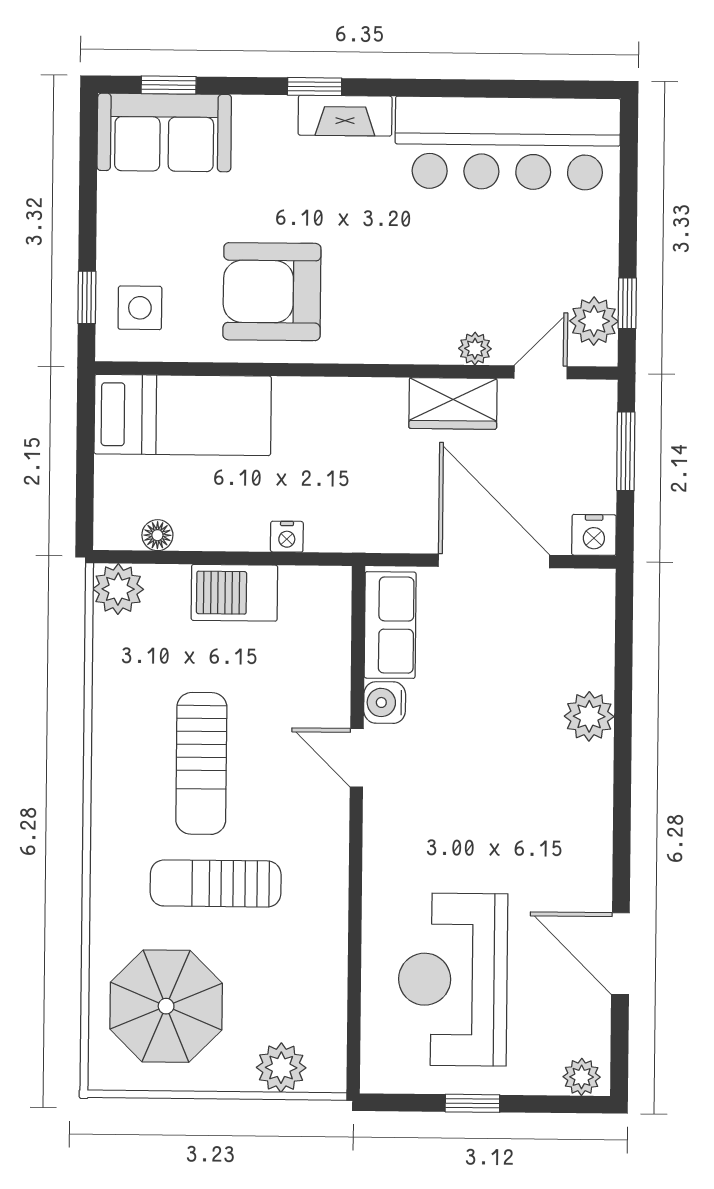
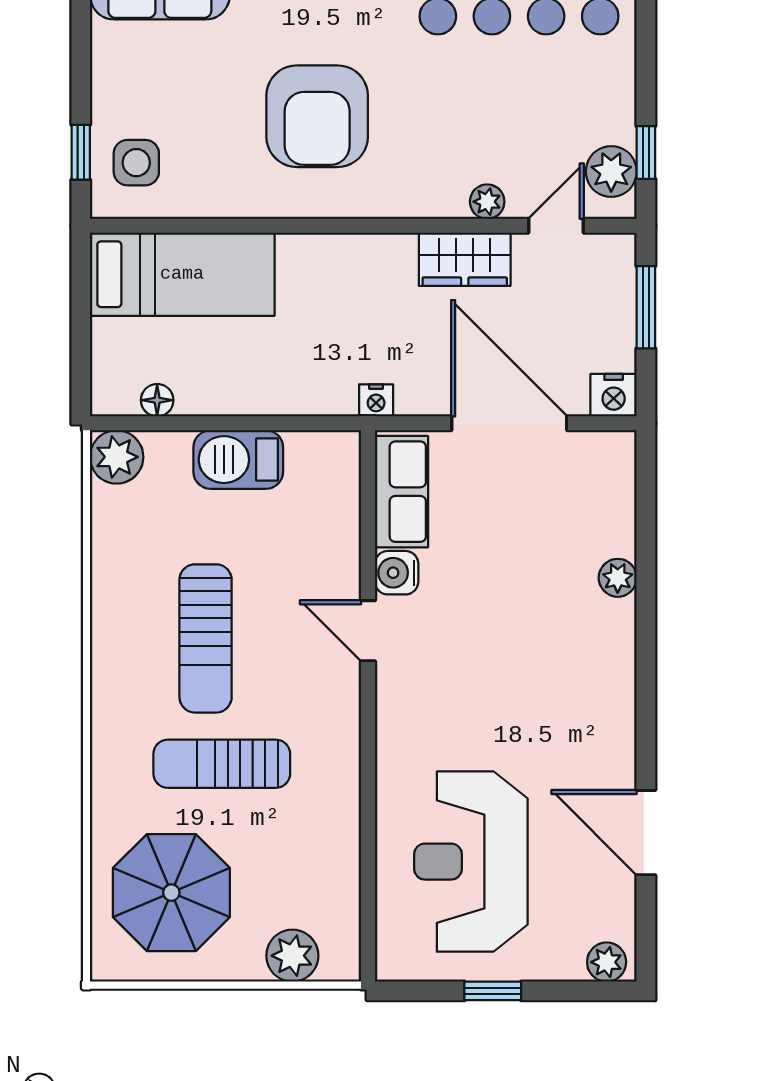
armchair: (272, 292) -> (317, 116), moved, turned -90
nightstand: (287, 537) -> (376, 400), moved
plant: (589, 716) -> (618, 578), width x0.73, depth x0.73

